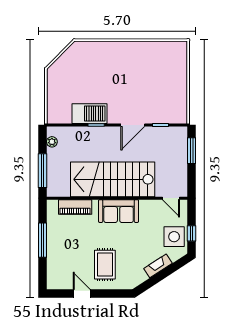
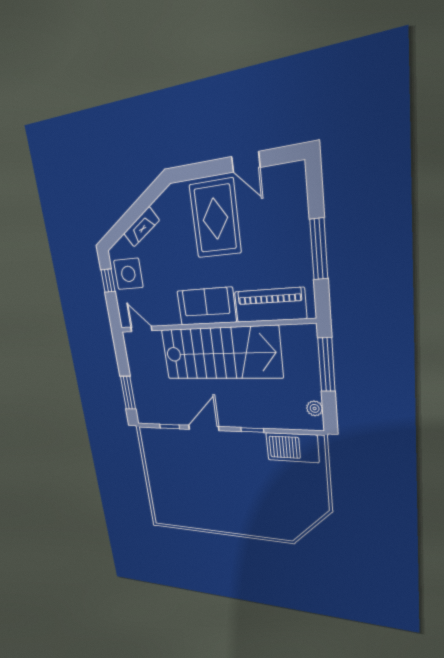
barbecue: (90, 114) -> (292, 448), moved
piano: (75, 207) -> (270, 305), width x1.37, depth x1.33
rug: (105, 265) -> (215, 219), width x1.36, depth x1.43

